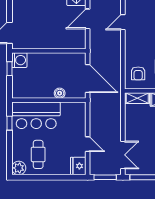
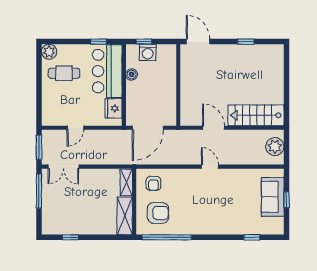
washing machine: (19, 60) -> (148, 52), moved
window: (9, 69) -> (144, 42), moved
armchair: (138, 73) -> (153, 183), turned -90
boiler: (60, 93) -> (132, 75), moved
fridge: (78, 166) -> (113, 108), moved, turned -90

